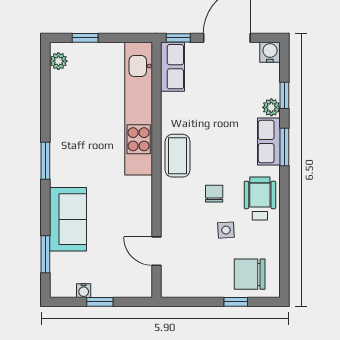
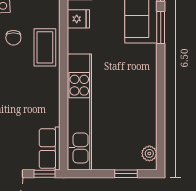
coffee table: (178, 156) -> (45, 47), moved
window: (45, 161) -> (161, 27), moved
fridge: (140, 215) -> (78, 19), added

